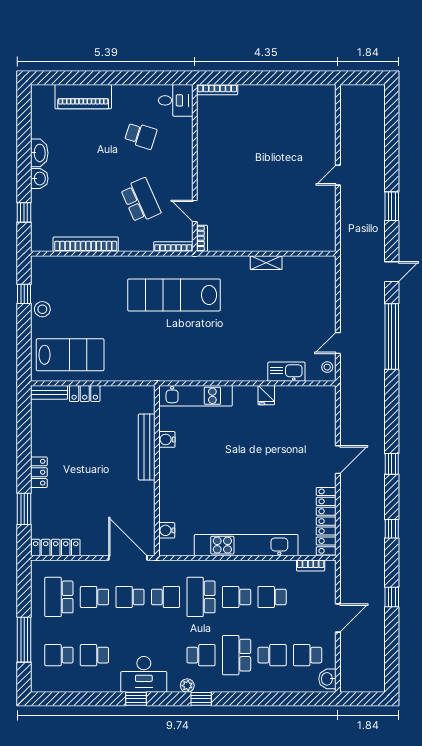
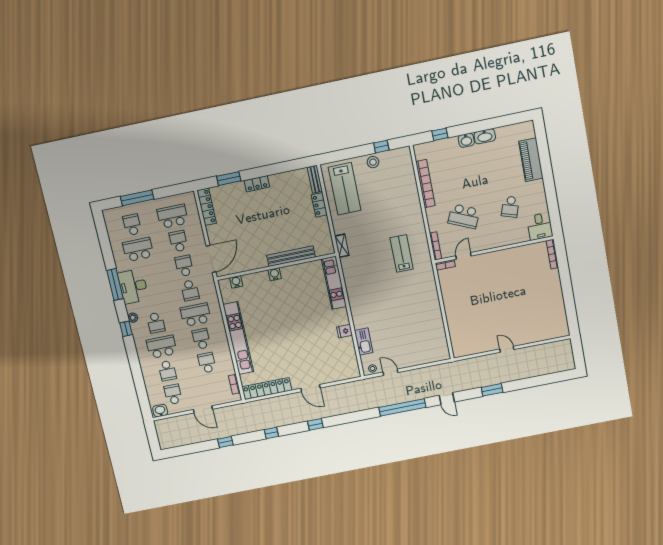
school desk: (141, 201) -> (464, 216), turned 48
shelving: (266, 263) -> (342, 246), moved
lab bench: (174, 295) -> (402, 253), width x0.54, depth x0.72
water cooler: (167, 439) -> (275, 274), moved
school desk: (94, 655) -> (138, 250), width x1.85
window: (136, 699) -> (115, 284), width x2.17

